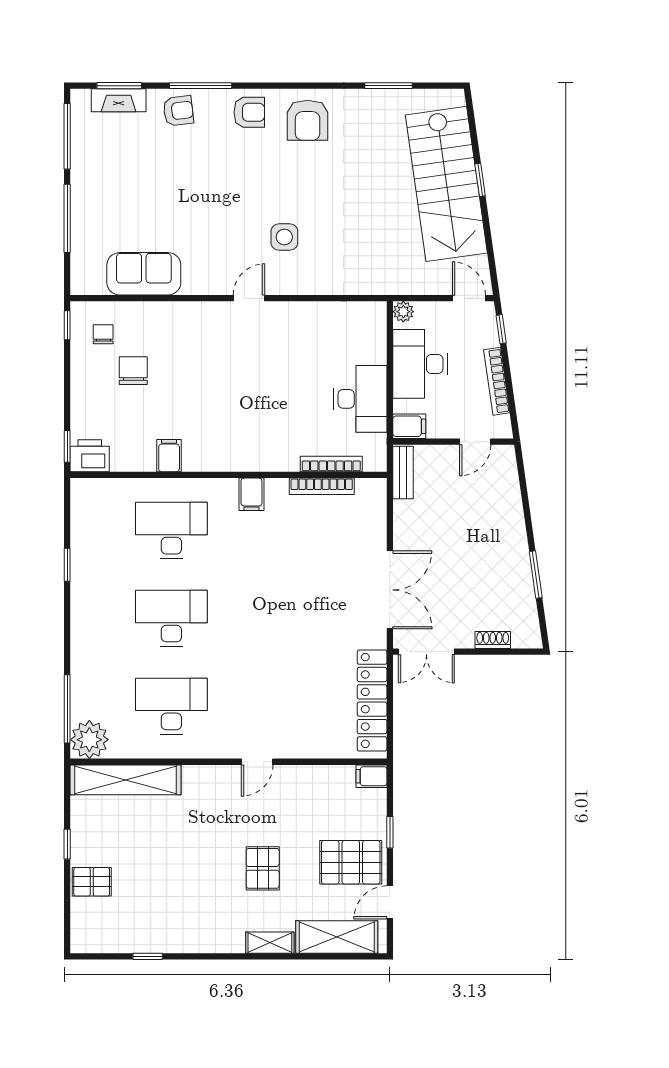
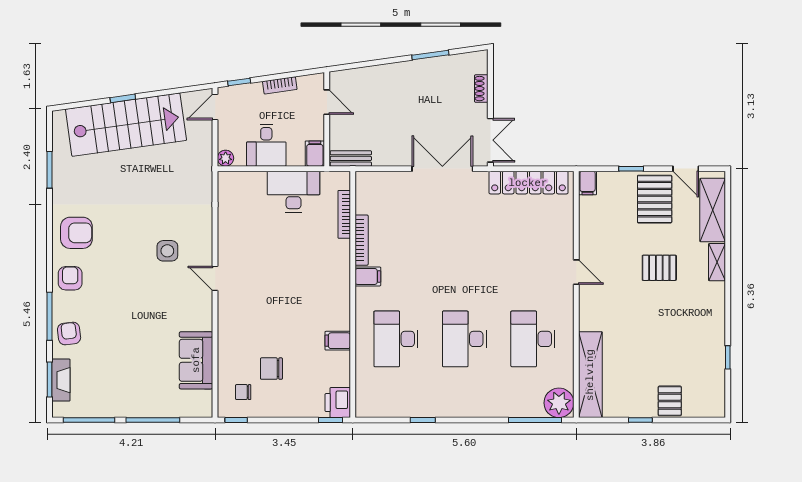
desk: (420, 364) -> (266, 145), width x0.73
bookcase: (497, 381) -> (280, 85), width x0.64
bookcase: (322, 486) -> (362, 240), moved

